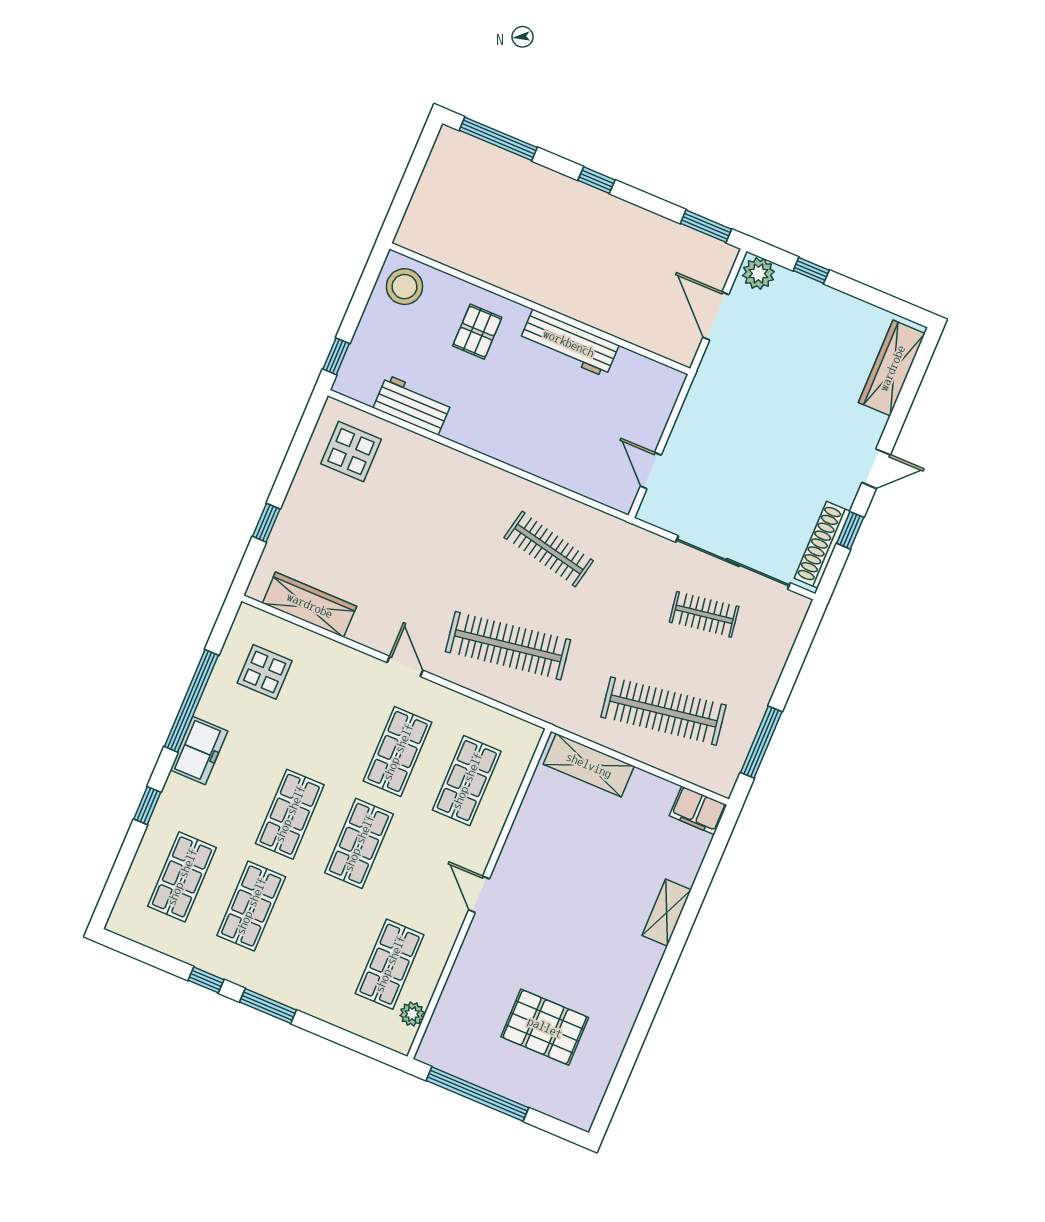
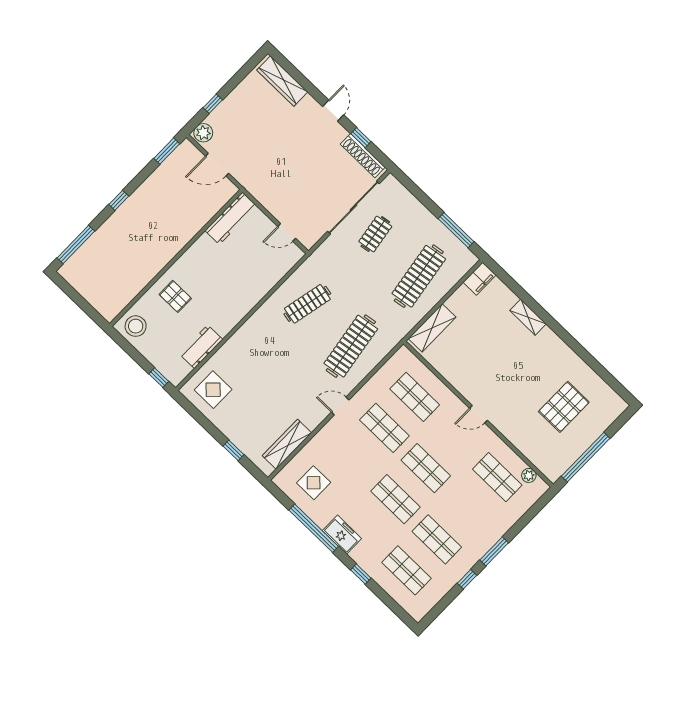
workbench: (569, 343) -> (231, 218), moved

